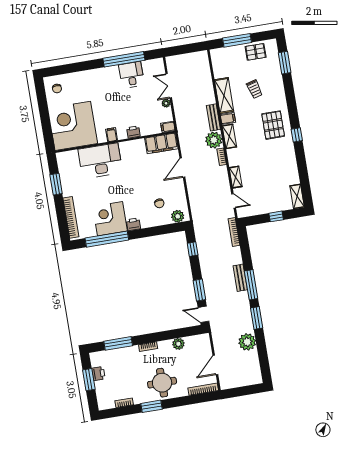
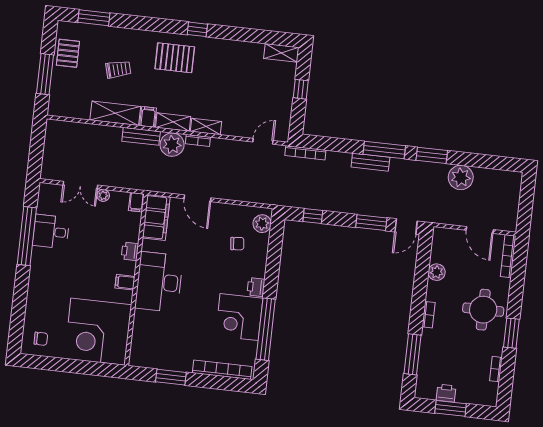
desk: (100, 161) -> (159, 282), moved
shelving: (236, 177) -> (206, 126), moved

